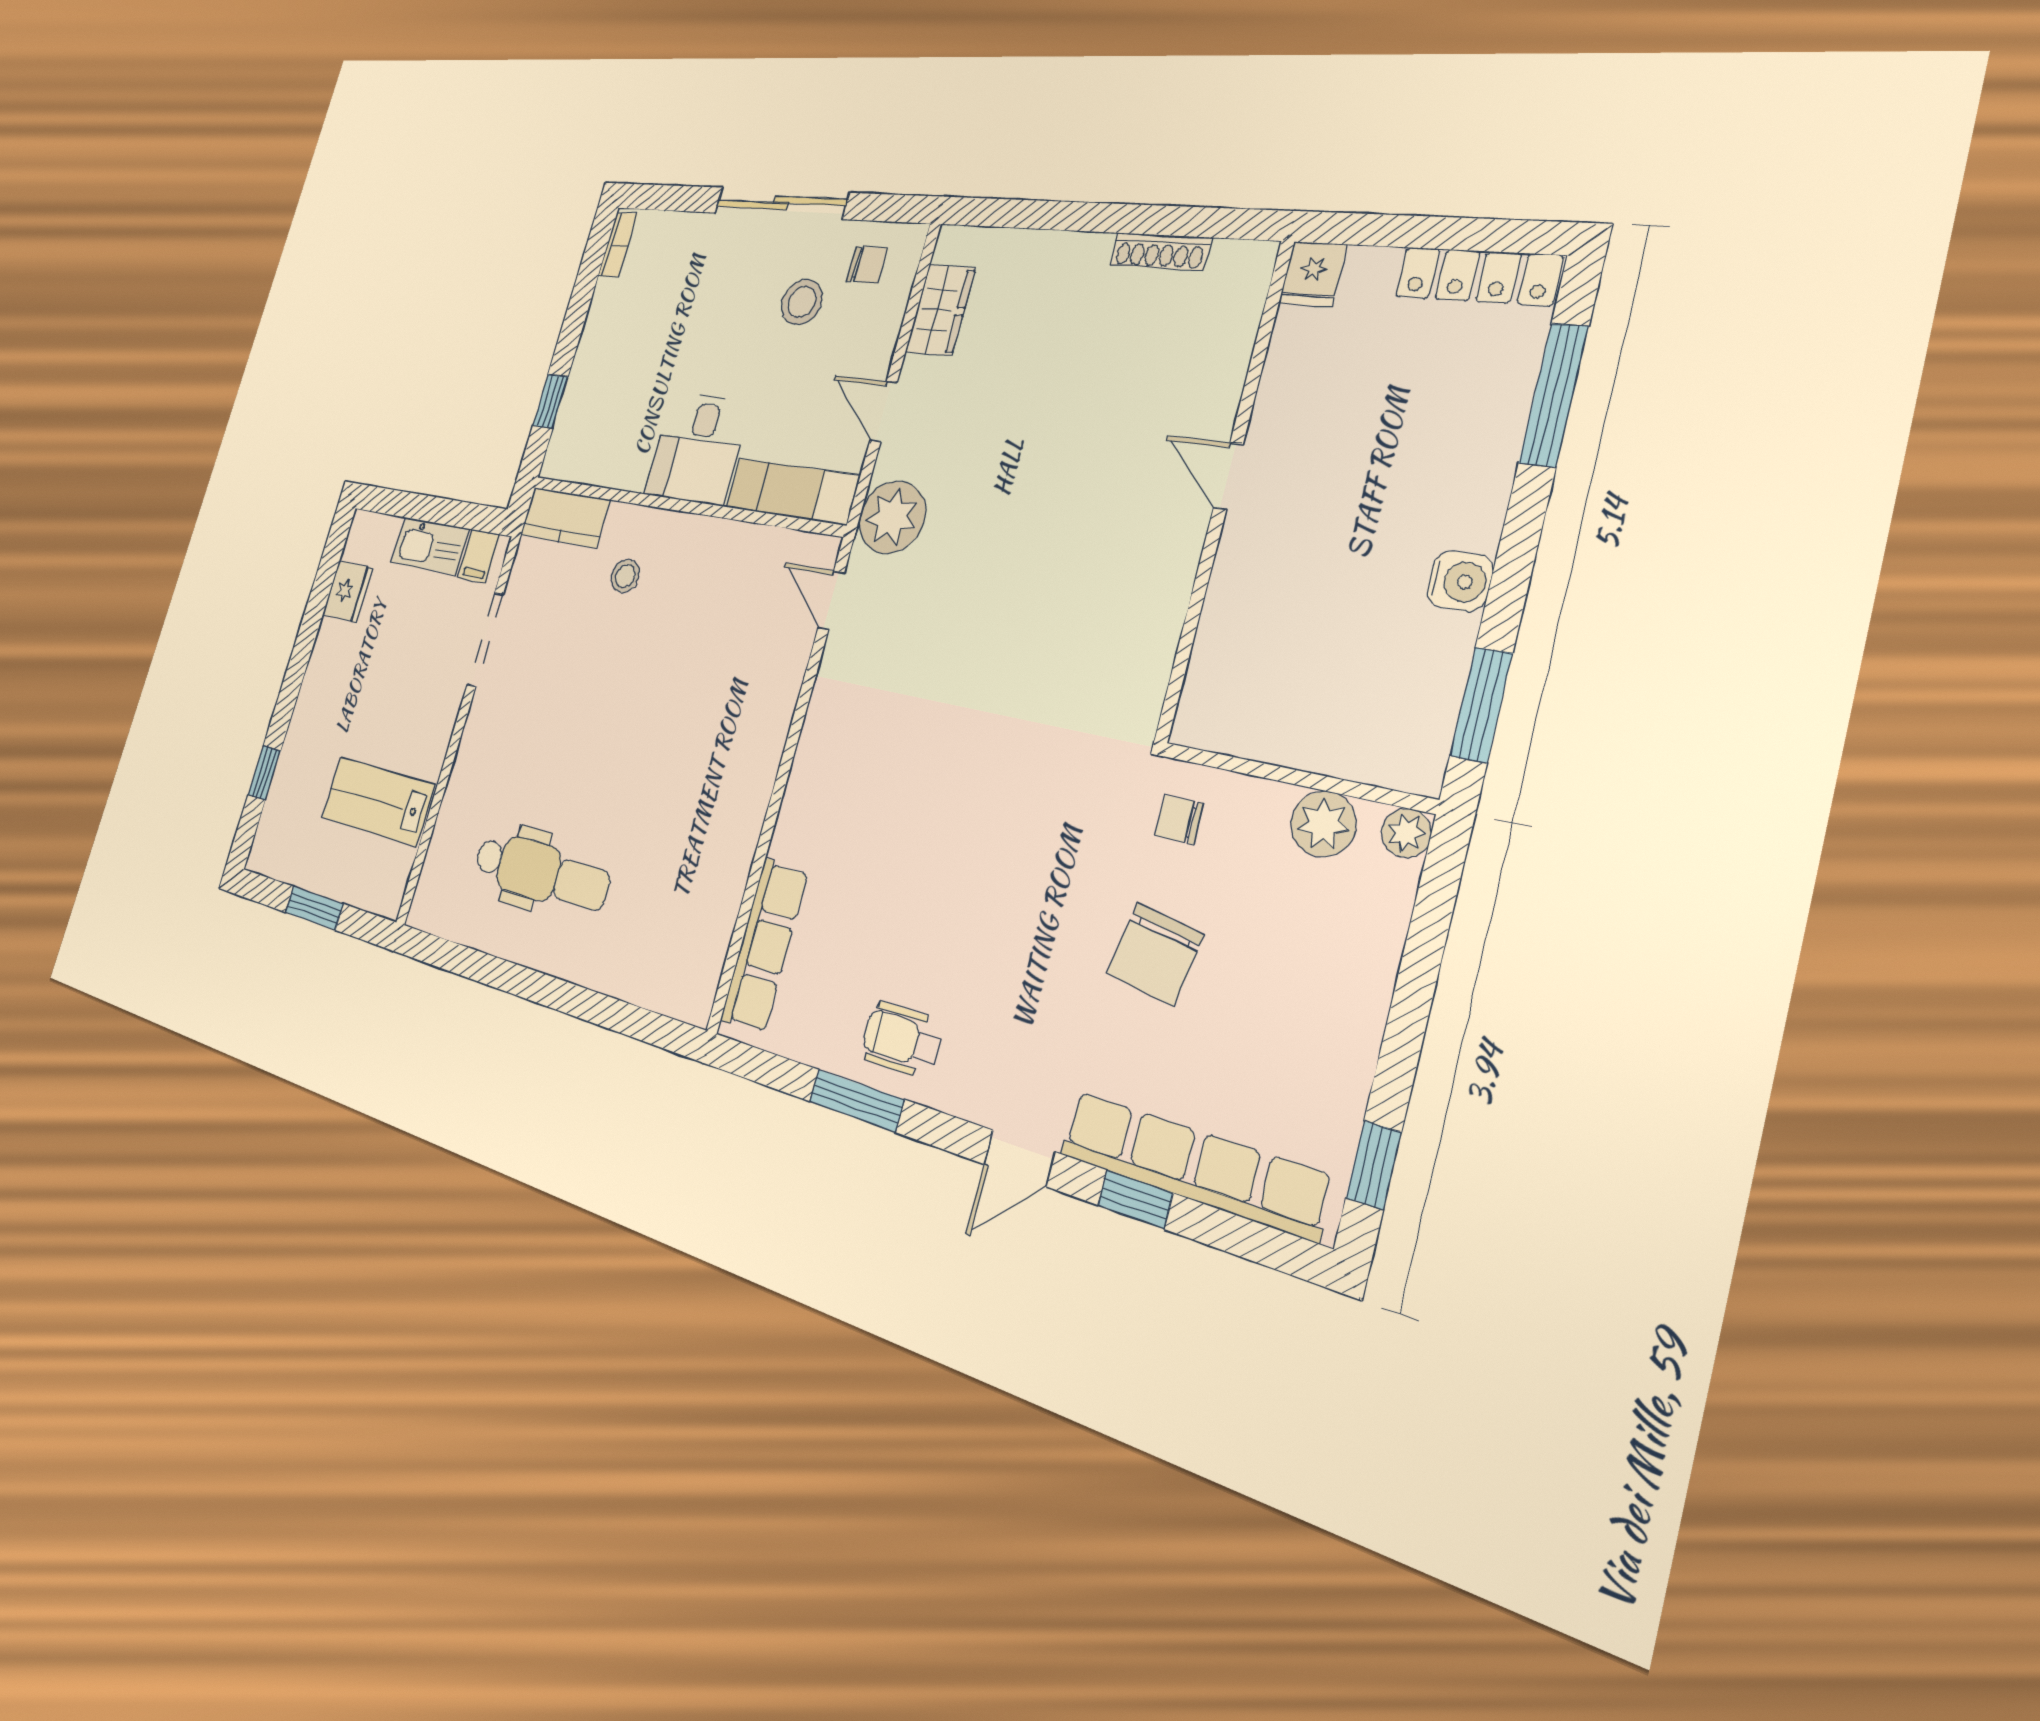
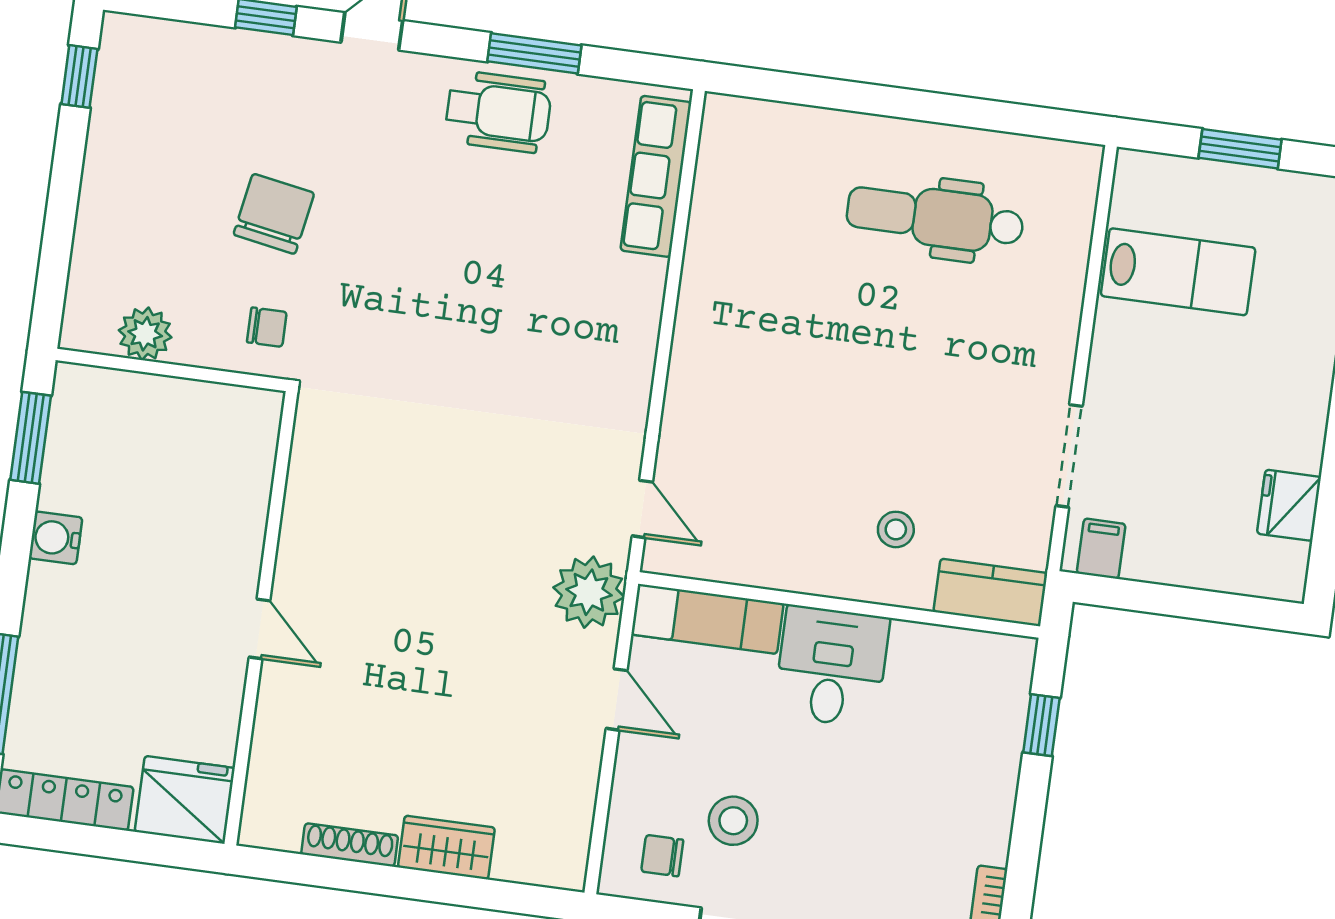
fridge: (1313, 274) -> (185, 800), width x1.88, depth x1.34
wardrobe: (940, 310) -> (446, 847), moved, turned 90
kitchen sink: (430, 546) -> (1176, 560), removed
plant: (1406, 833) -> (79, 332), removed
wheelchair: (902, 1040) -> (498, 112), width x1.36, depth x1.37
row of seats: (1193, 1165) -> (221, 52), removed

